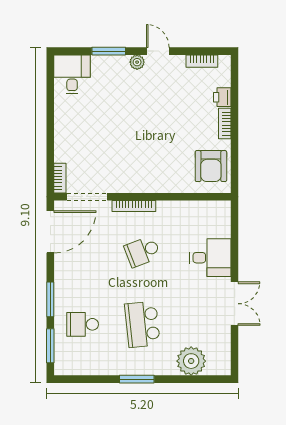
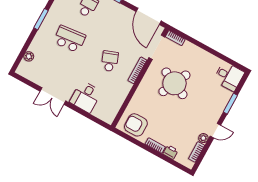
plant: (137, 62) -> (203, 138), moved
round table: (123, 144) -> (174, 83), added
plant: (191, 361) -> (29, 56), width x0.53, depth x0.53

